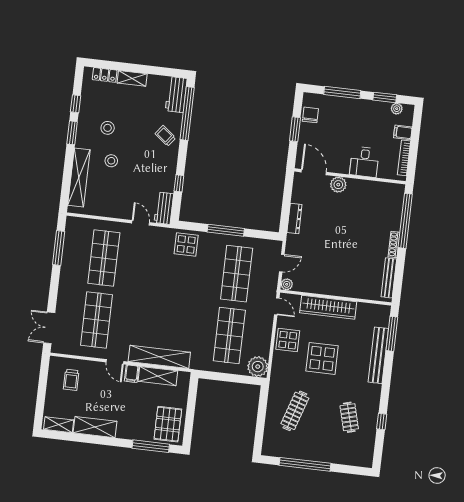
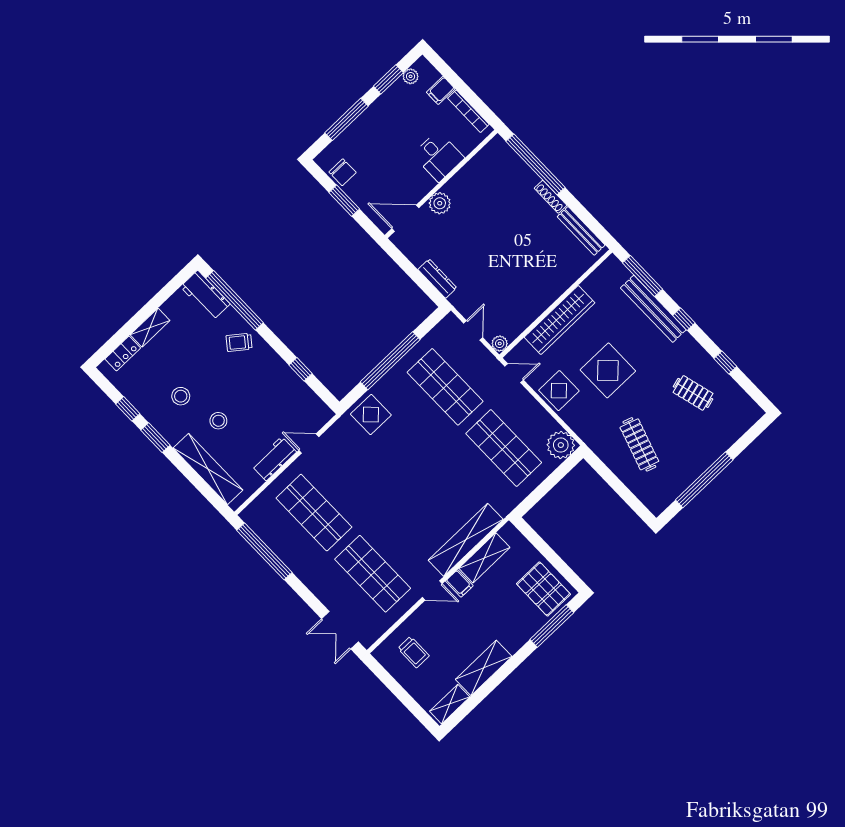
chair: (310, 115) -> (343, 172), turned 180
workbench: (164, 208) -> (274, 459), moved, turned 90
window: (226, 230) -> (390, 361), width x1.46
window: (59, 248) -> (264, 551), width x1.46
window: (387, 378) -> (684, 319), added

